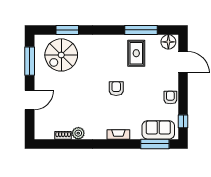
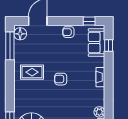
window: (141, 30) -> (10, 46), moved
rug: (136, 53) -> (32, 72), moved
window: (155, 144) -> (109, 45), width x0.46

